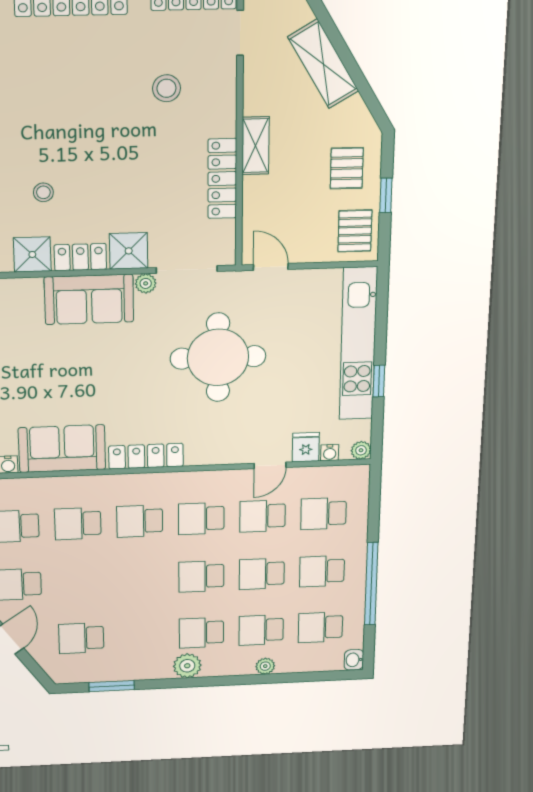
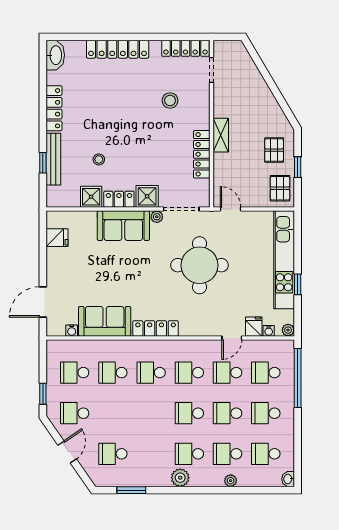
shelving: (323, 64) -> (259, 89), removed
window: (371, 584) -> (298, 378), moved

